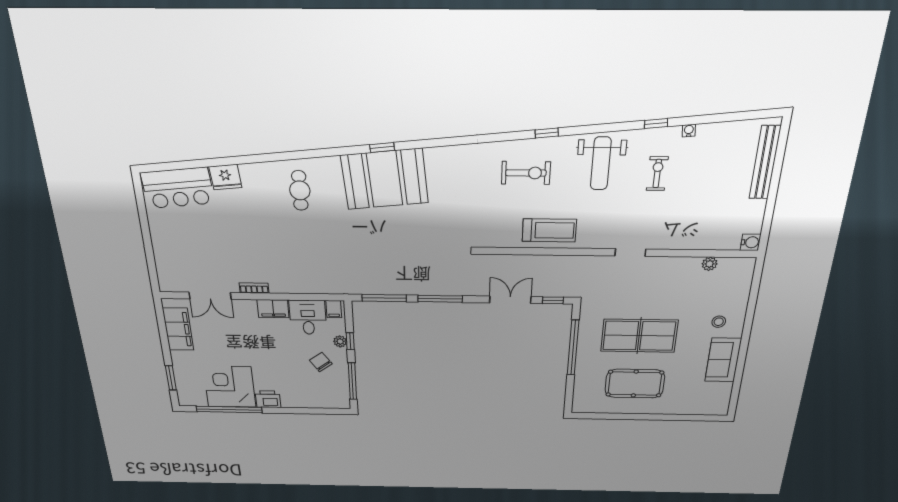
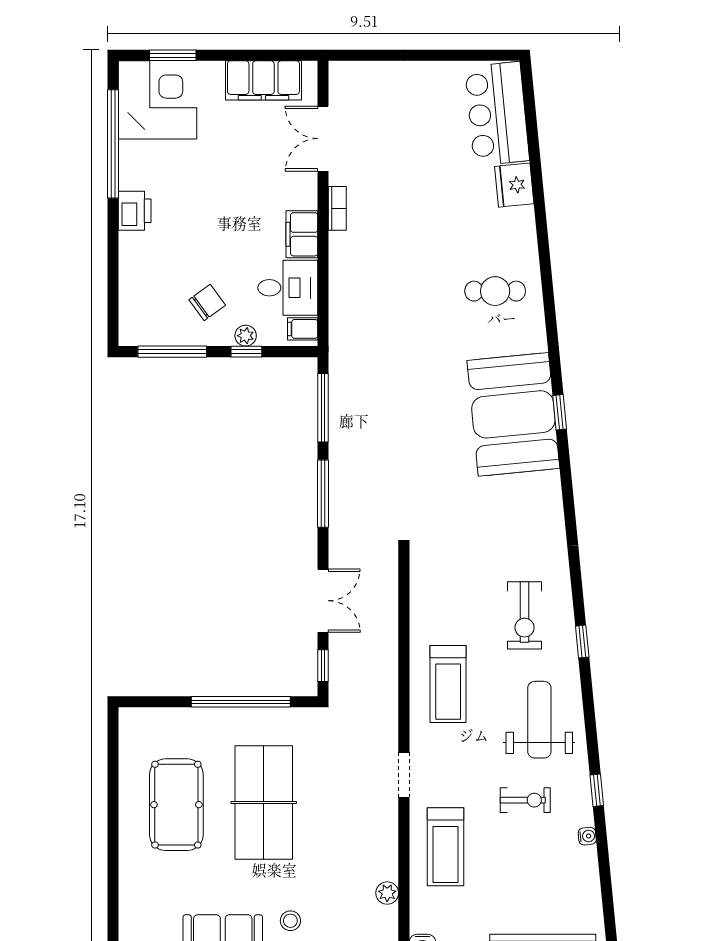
weight bench: (601, 163) -> (539, 720), turned 90
treadmill: (683, 227) -> (446, 847), added
treadmill: (549, 230) -> (448, 684), moved
corner desk: (230, 387) -> (158, 100), moved

